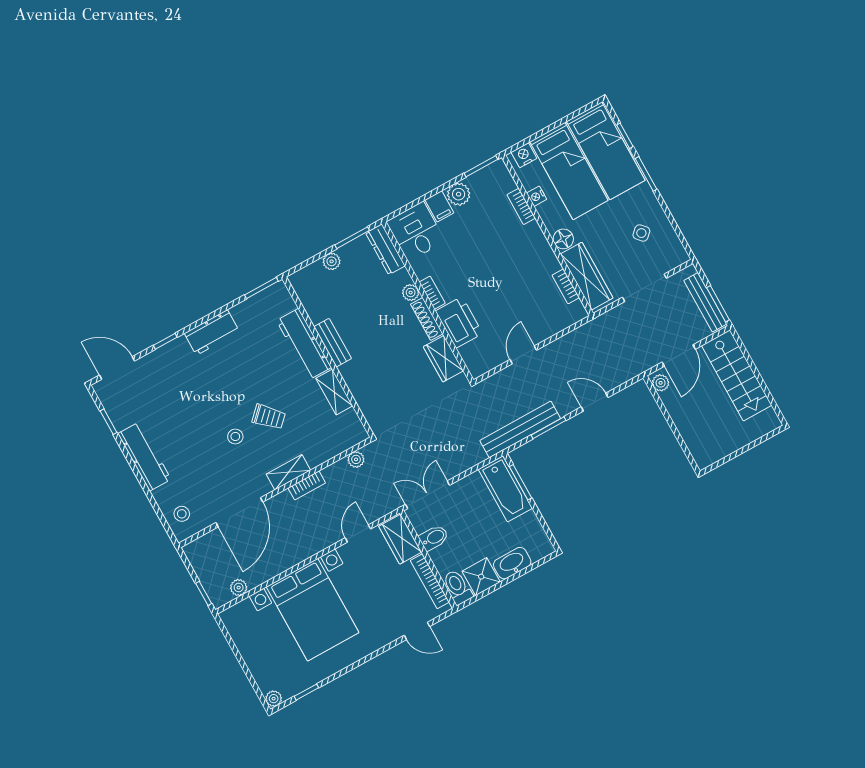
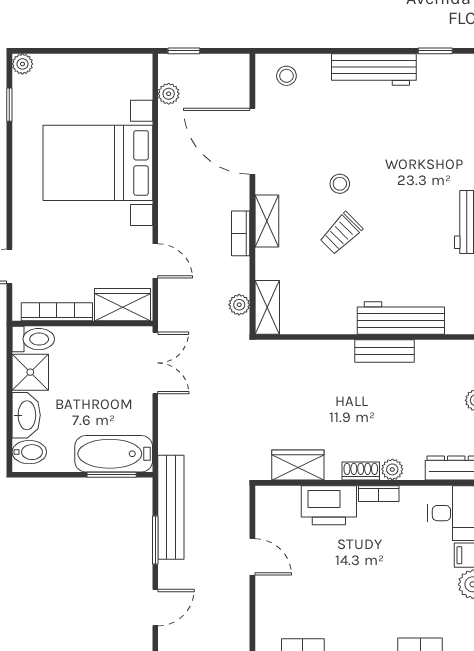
shoe rack: (427, 319) -> (361, 471), width x0.70
shelving: (334, 392) -> (267, 307), moved, turned 90
bidet: (434, 538) -> (29, 452), moved, turned -90

